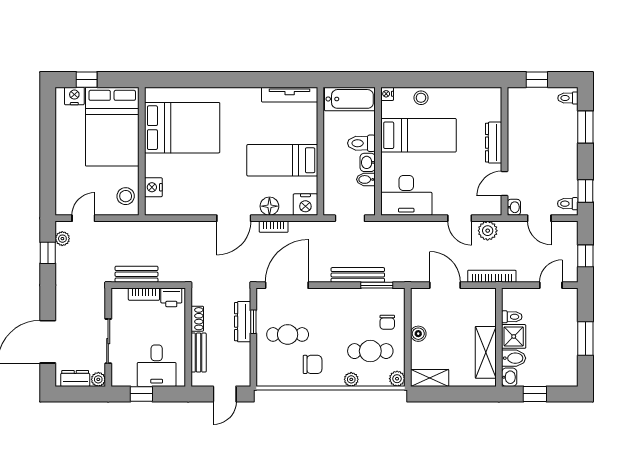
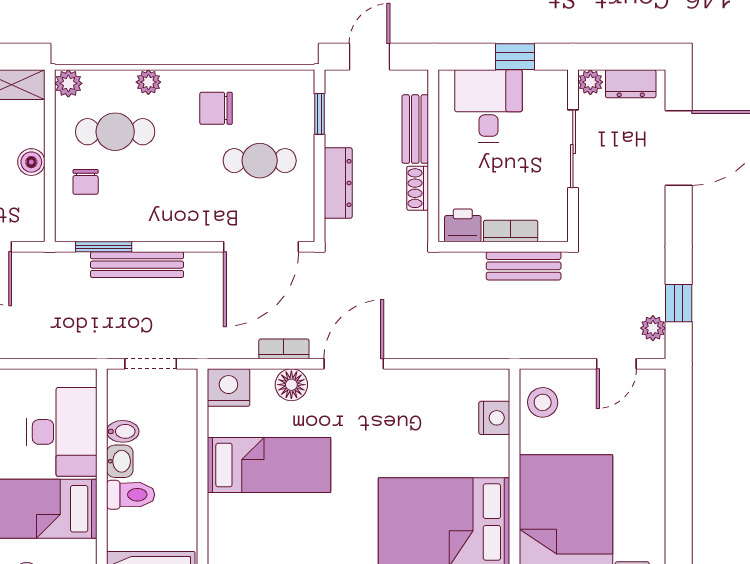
desk: (406, 195) -> (62, 432), moved, turned 90
window: (253, 322) -> (319, 114), moved
chair: (387, 322) -> (86, 182), turned 180

